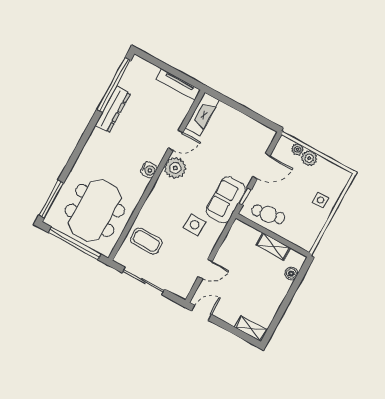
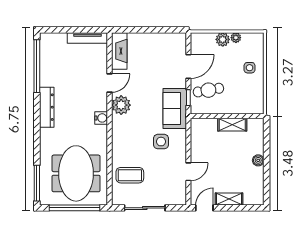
dresser: (113, 109) -> (47, 107), moved
plant: (297, 149) -> (236, 38), moved
cafe table: (268, 214) -> (208, 90), moved
boiler: (291, 273) -> (258, 160), moved
shelving: (251, 329) -> (229, 199), moved

